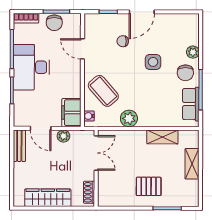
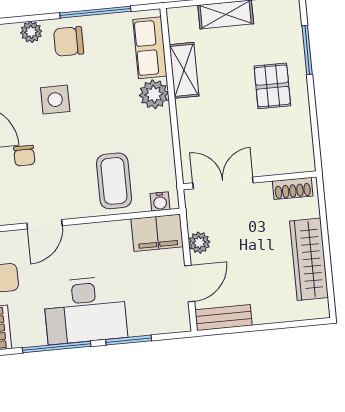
chair: (185, 73) -> (69, 41), turned 180
coffee table: (103, 91) -> (114, 181), turned -49
row of seats: (191, 104) -> (150, 48), moved, turned 90
plant: (129, 118) -> (154, 94), moved

